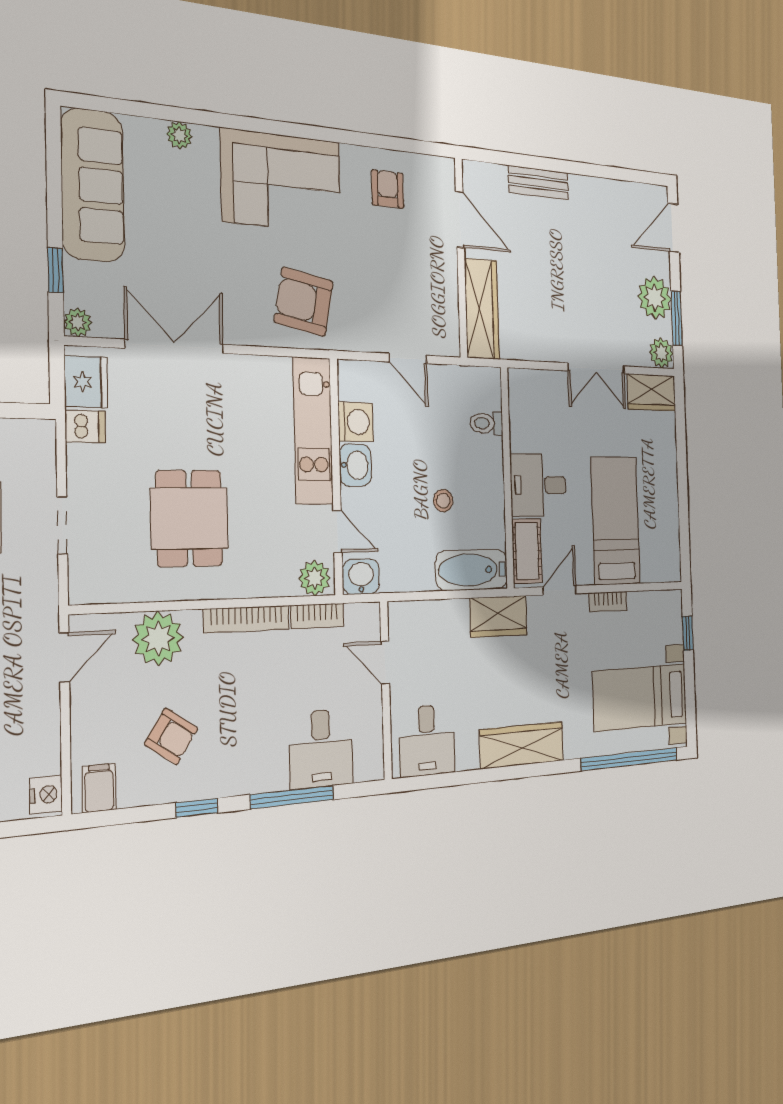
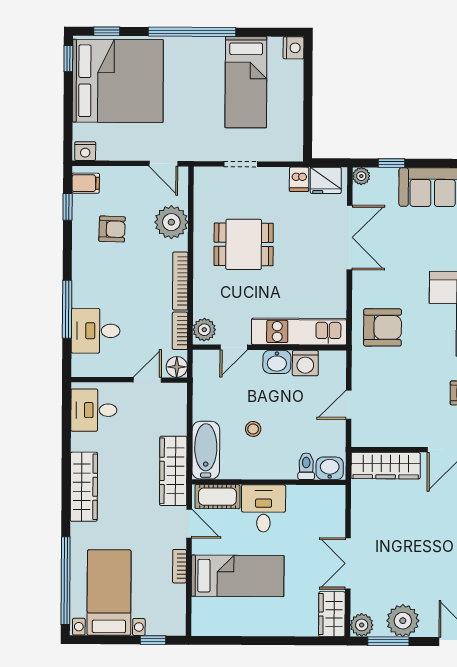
armchair: (304, 302) -> (382, 327), turned 79
washbasin: (361, 577) -> (330, 468), moved, turned -90
wardrobe: (499, 616) -> (173, 471), width x1.50
floor lamp: (367, 618) -> (177, 367), added
armchair: (171, 736) -> (112, 229), turned -122
window: (197, 808) -> (68, 207), moved

